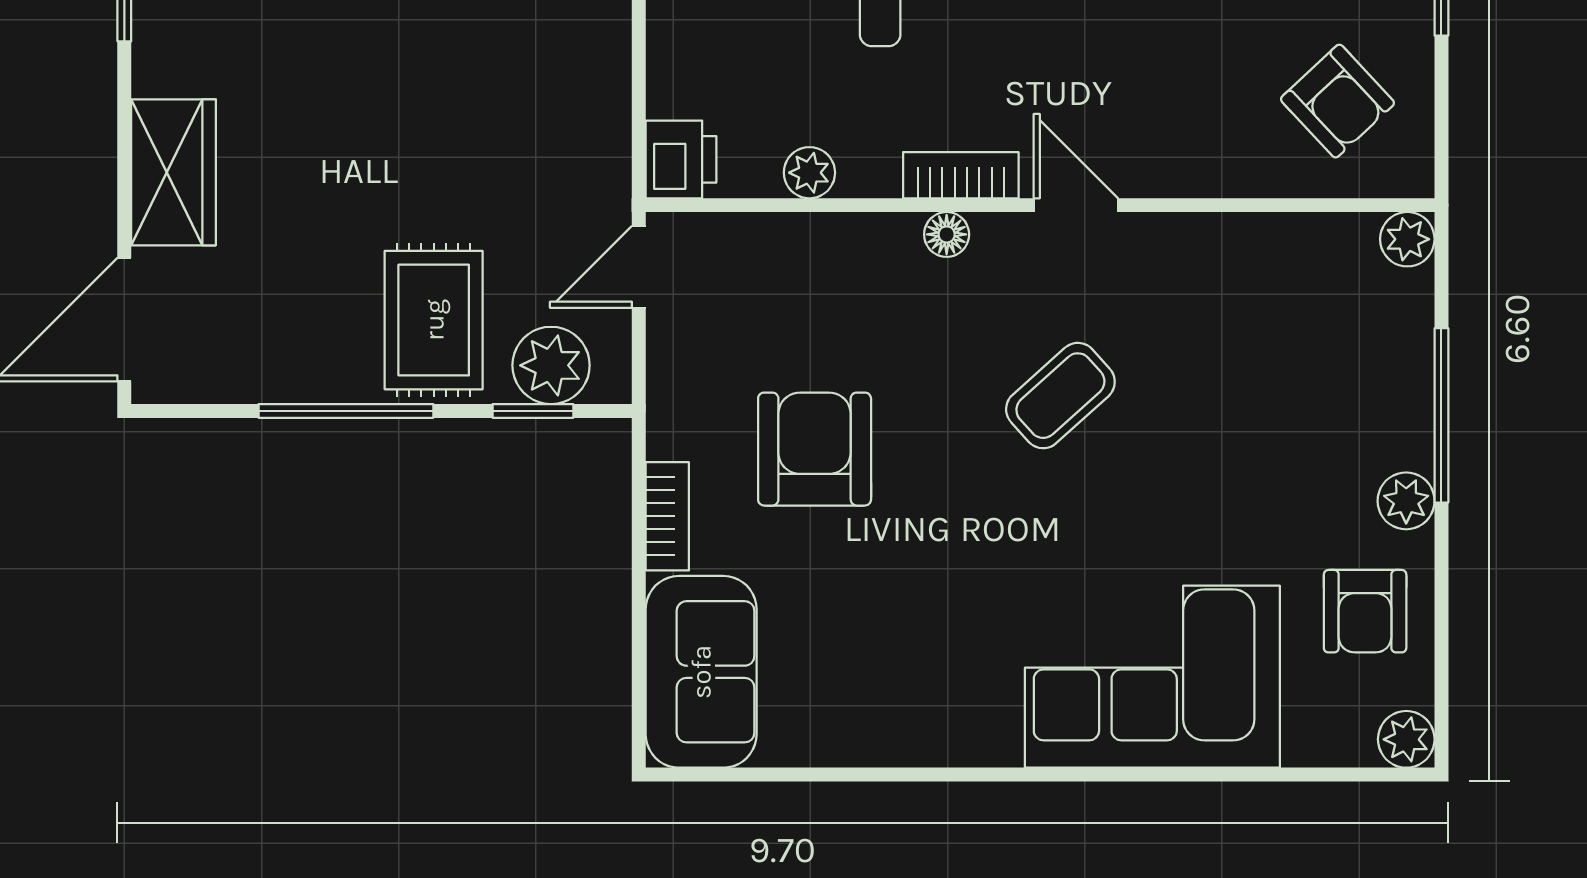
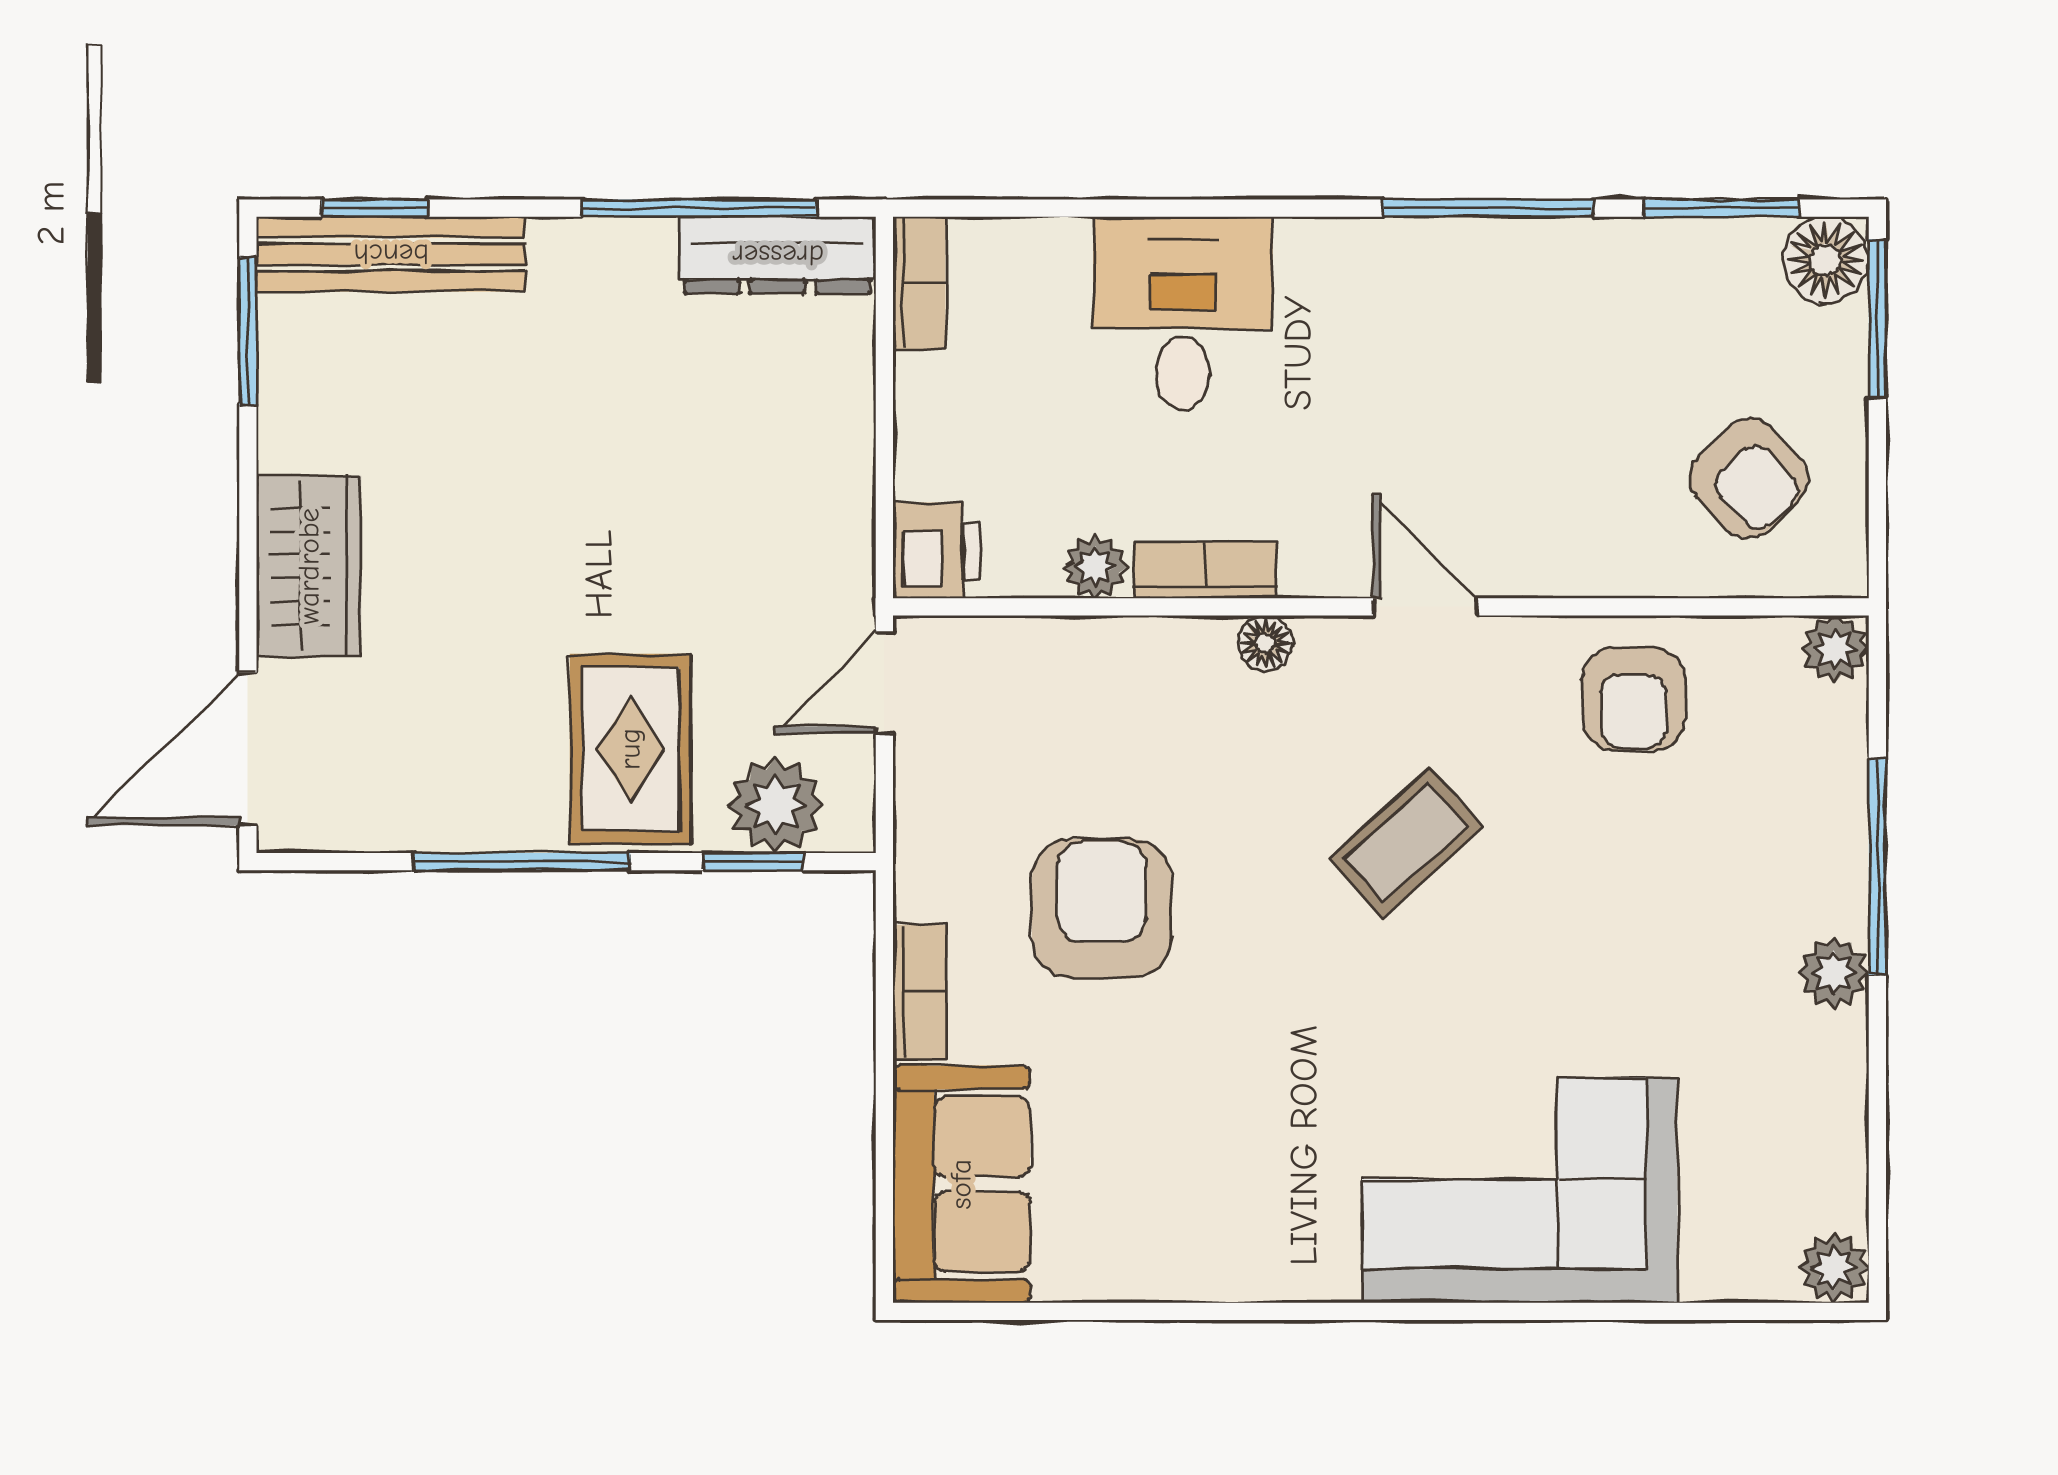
bookcase: (961, 175) -> (1205, 570), moved
armchair: (1365, 611) -> (1634, 699), moved

